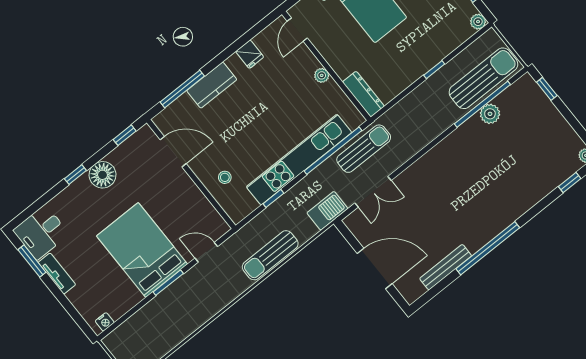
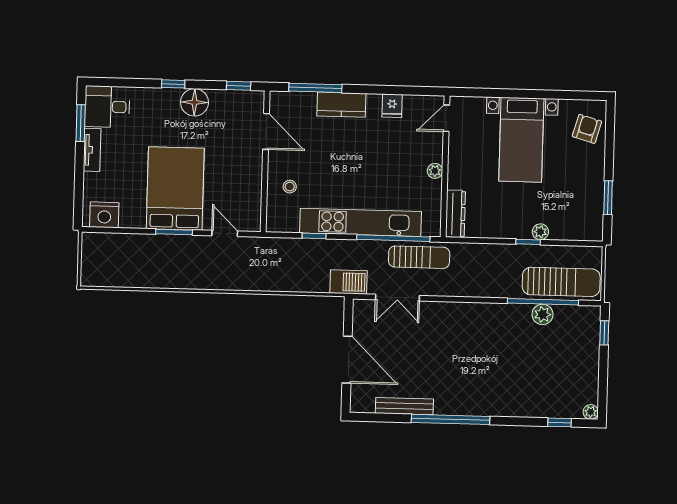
plant: (478, 22) -> (540, 232), moved
sun lounger: (270, 255) -> (273, 279), removed
nightstand: (105, 322) -> (104, 215), width x1.89, depth x1.79

